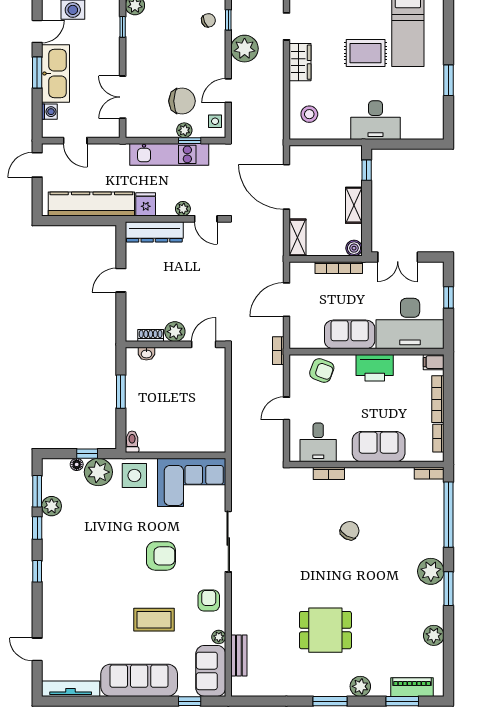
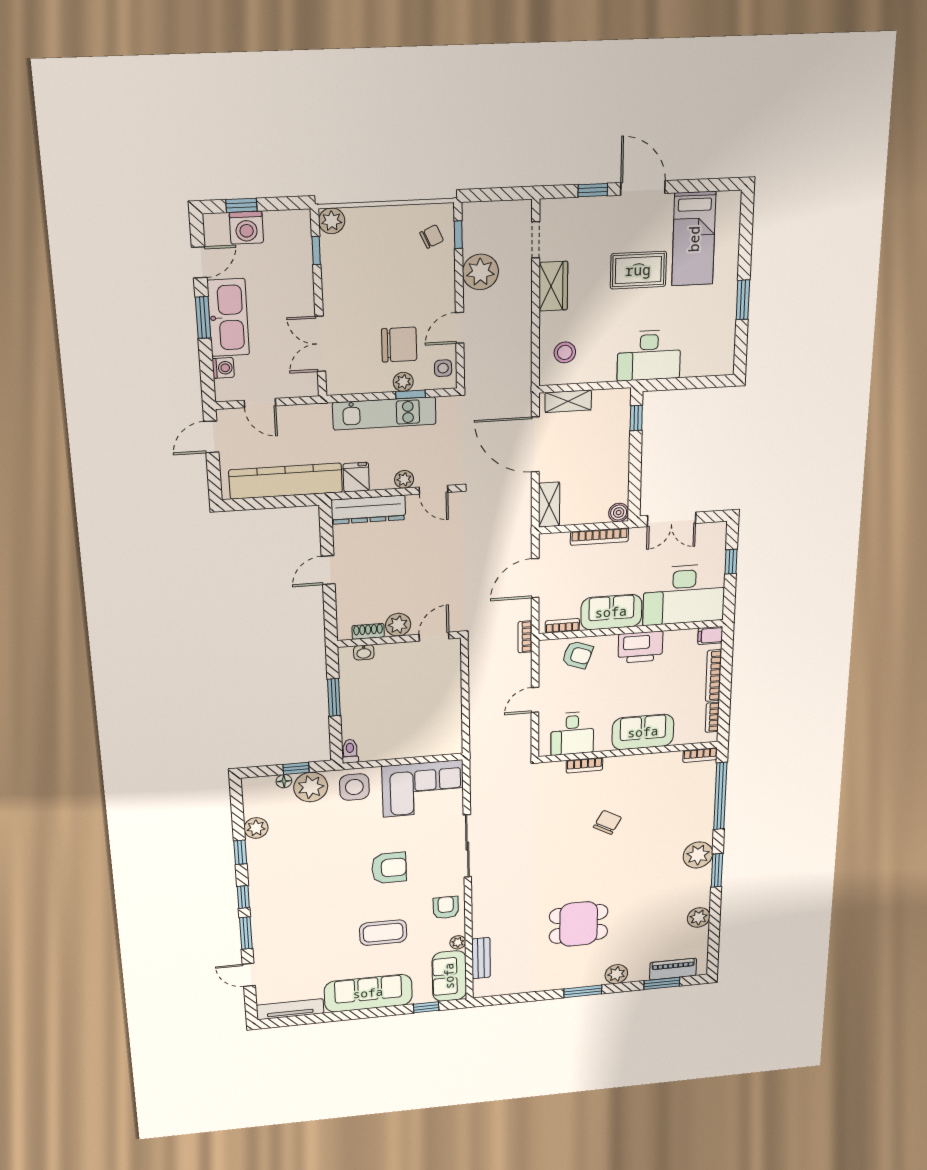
shelving: (354, 205) -> (568, 401), moved, turned 90
bookcase: (309, 343) -> (562, 626), added
window: (37, 491) -> (246, 933), moved

